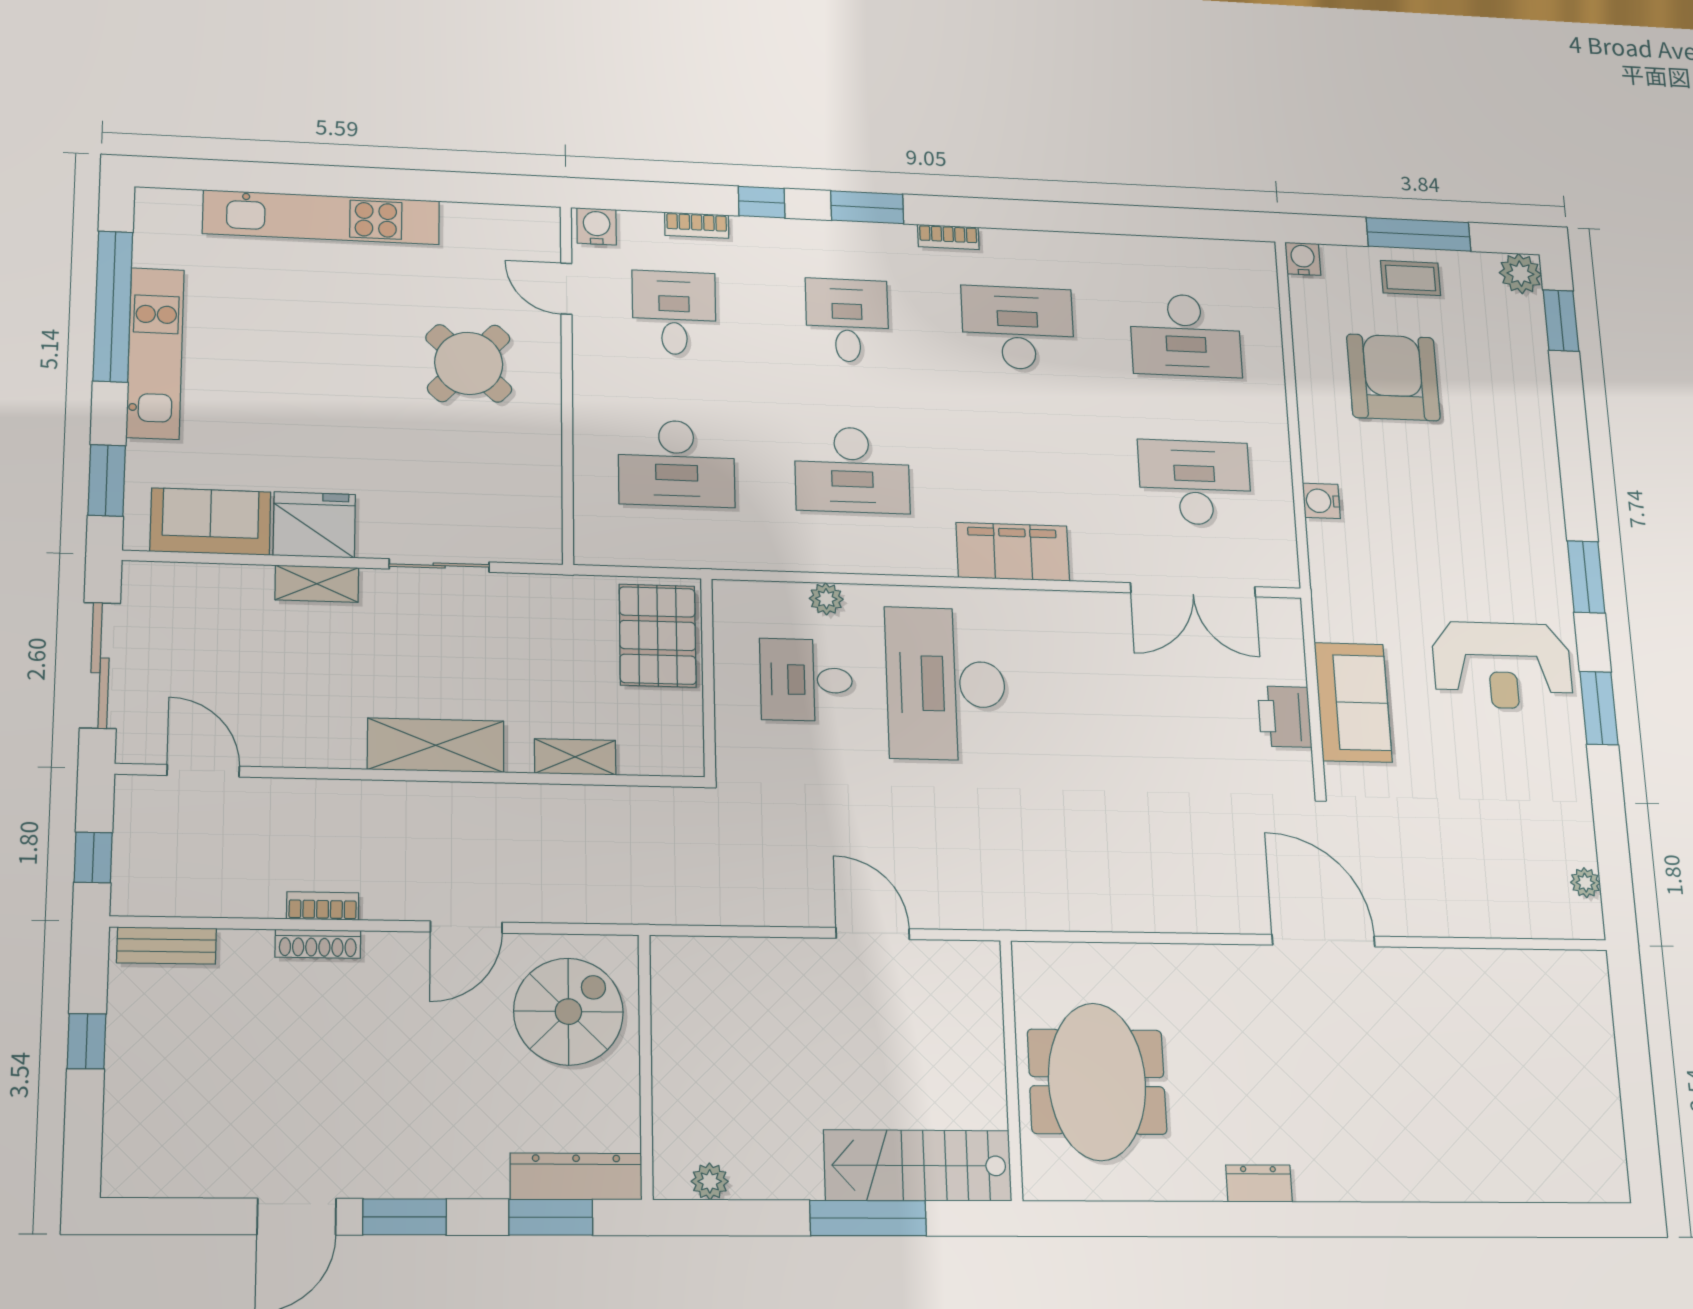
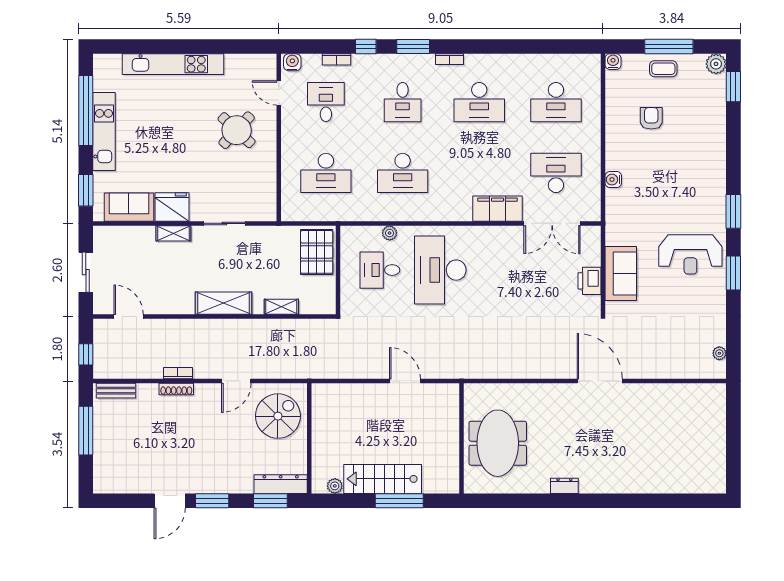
desk: (847, 320) -> (403, 102), turned 180
desk: (1018, 328) -> (479, 102), turned 180
armchair: (1393, 377) -> (651, 118), width x0.53, depth x0.53
filing cabinet: (1013, 552) -> (497, 209), moved
sliding door: (100, 665) -> (86, 272), width x0.73
window: (87, 1041) -> (86, 431), width x2.17
stairs: (918, 1165) -> (383, 479), moved

